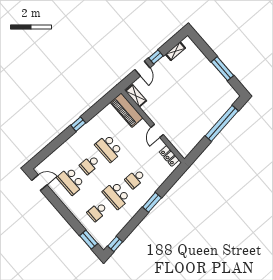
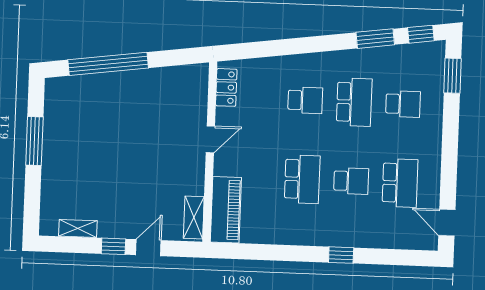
window: (78, 124) -> (341, 255), moved
window: (152, 202) -> (375, 39), moved

